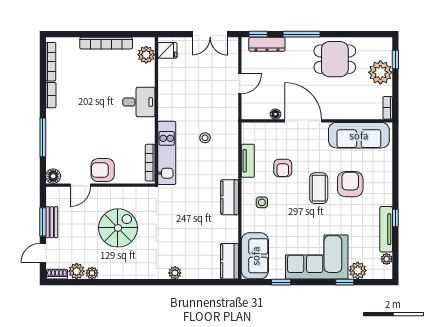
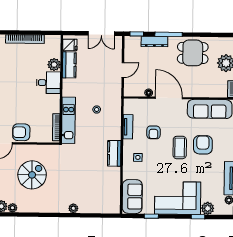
dresser: (267, 44) -> (154, 42), moved
plant: (146, 55) -> (54, 65), moved
kitchen counter: (229, 261) -> (69, 65), moved, turned 180

